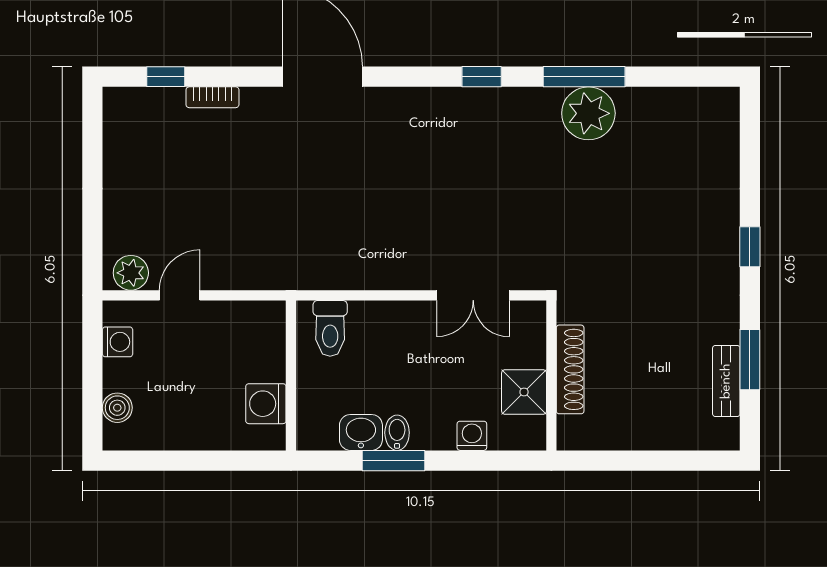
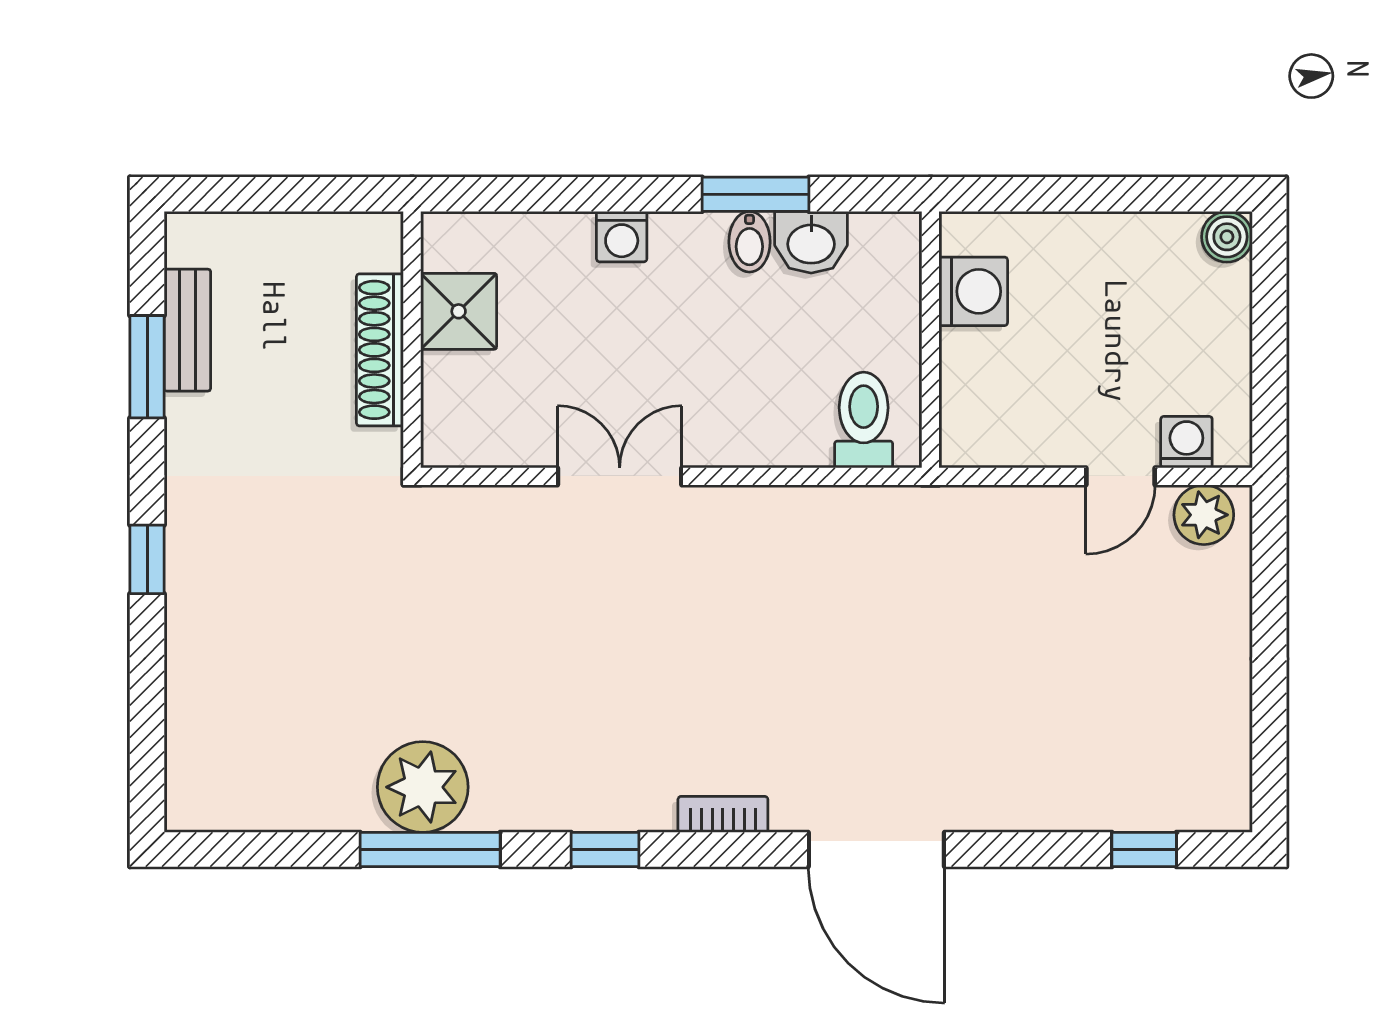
bookcase: (212, 97) -> (723, 814), moved
washing machine: (117, 342) -> (1186, 442), moved, turned 90
shoe rack: (570, 369) -> (380, 350), moved
wall: (551, 375) -> (412, 340), moved
shower: (524, 392) -> (459, 311), moved
boiler: (117, 408) -> (1227, 237), moved

